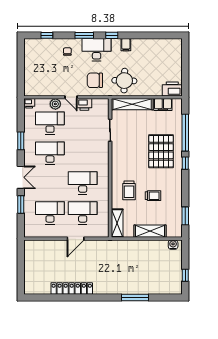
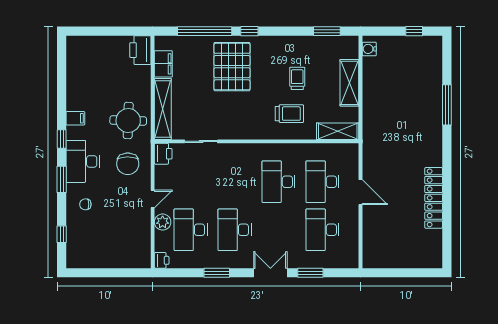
printer: (84, 104) -> (163, 154), moved
pallet: (161, 151) -> (232, 67), turned 90

